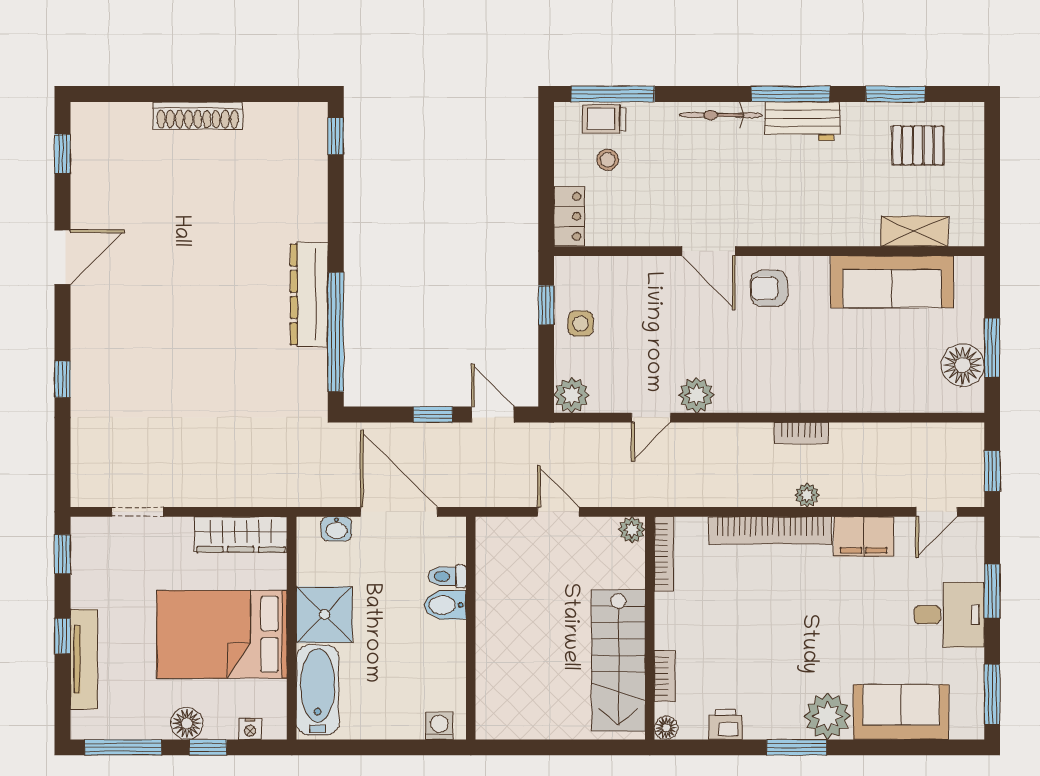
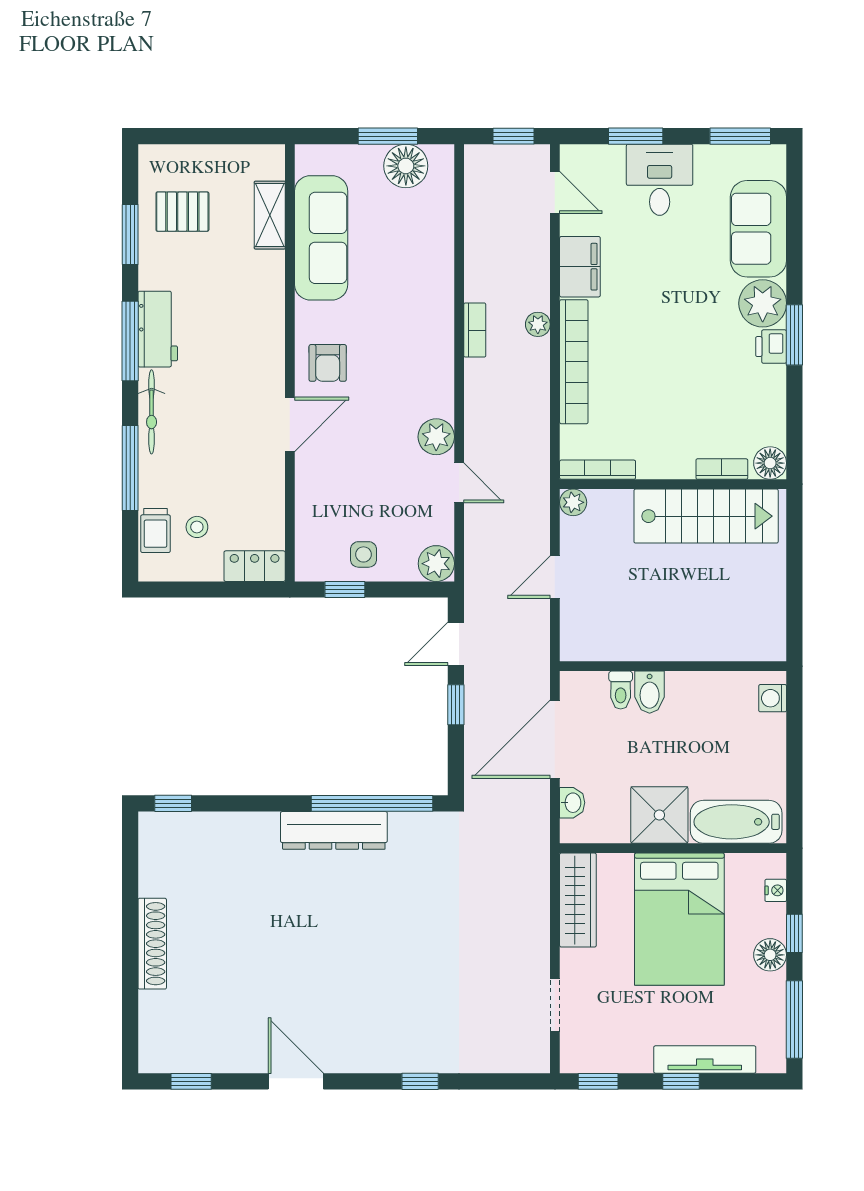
window: (613, 94) -> (130, 468), moved
pallet: (918, 145) -> (182, 212), turned 90
printer: (726, 724) -> (771, 347), moved
floor lamp: (666, 728) -> (770, 463), width x1.37, depth x1.37

